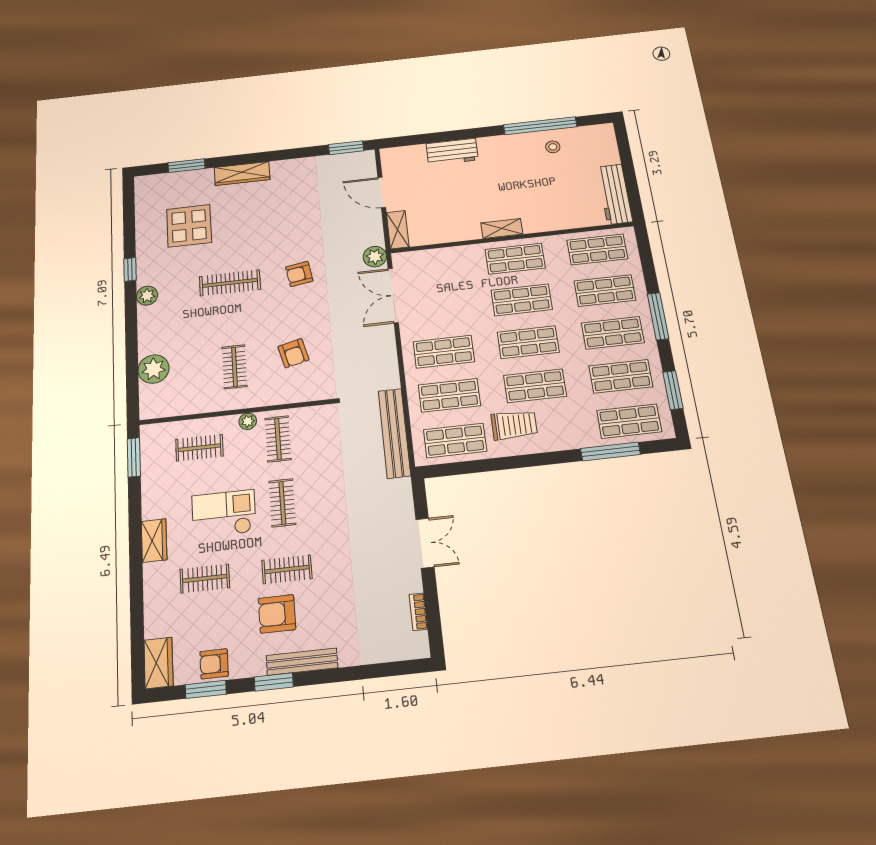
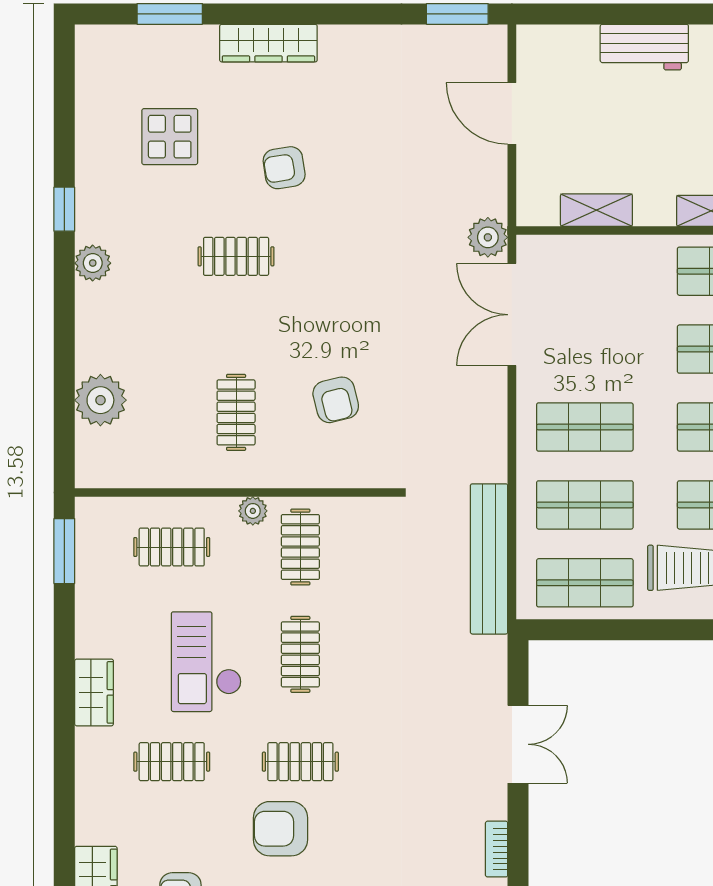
display table: (189, 226) -> (170, 137), width x0.73, depth x0.73
shelving: (398, 230) -> (596, 210), moved, turned 90
armchair: (299, 274) -> (284, 168), moved
clothes rail: (230, 283) -> (236, 256), width x0.73
checkout: (224, 514) -> (206, 662), turned -90

